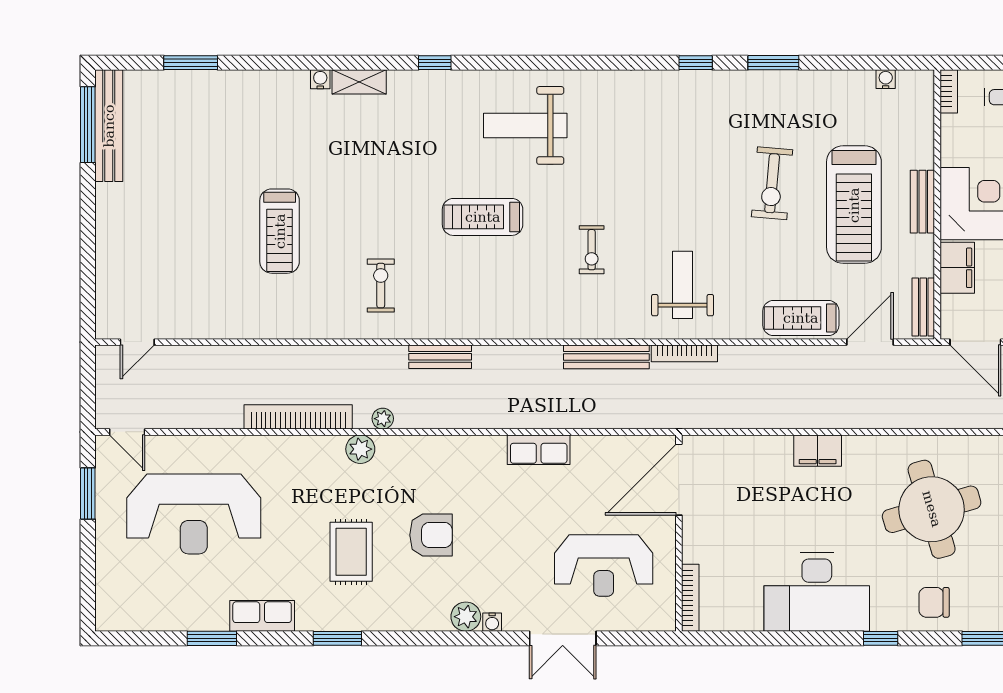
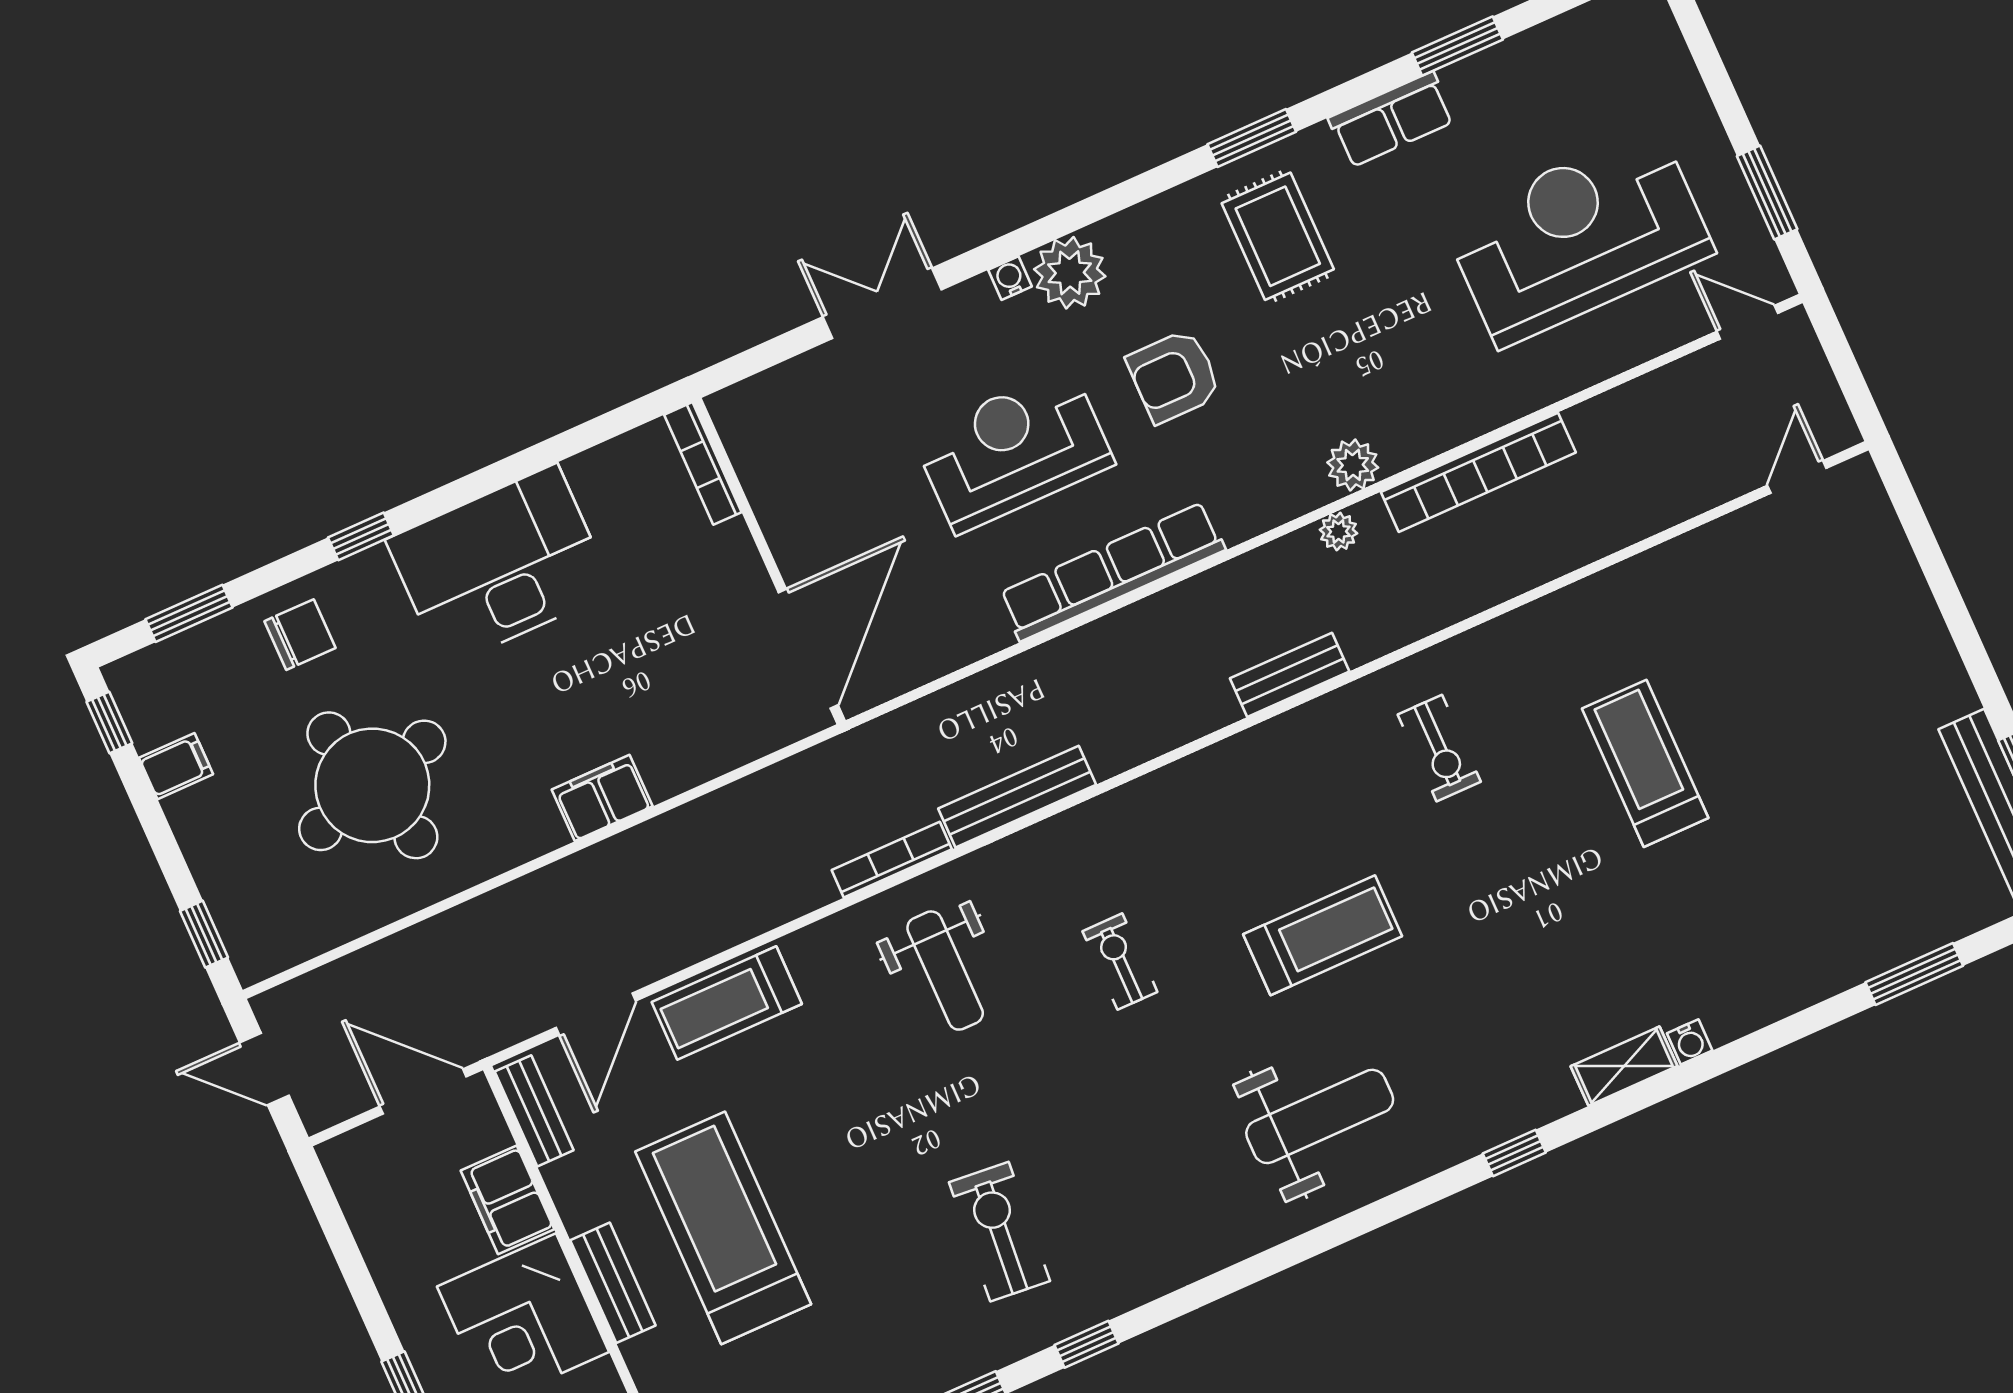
exercise bike: (772, 183) -> (999, 1232), moved
treadmill: (801, 318) -> (727, 1003), turned 180
row of seats: (539, 450) -> (1112, 572), width x2.02
rug: (351, 552) -> (1278, 236), moved
reception desk: (604, 566) -> (1013, 450), moved
plant: (466, 617) -> (1070, 273), width x1.36, depth x1.36

